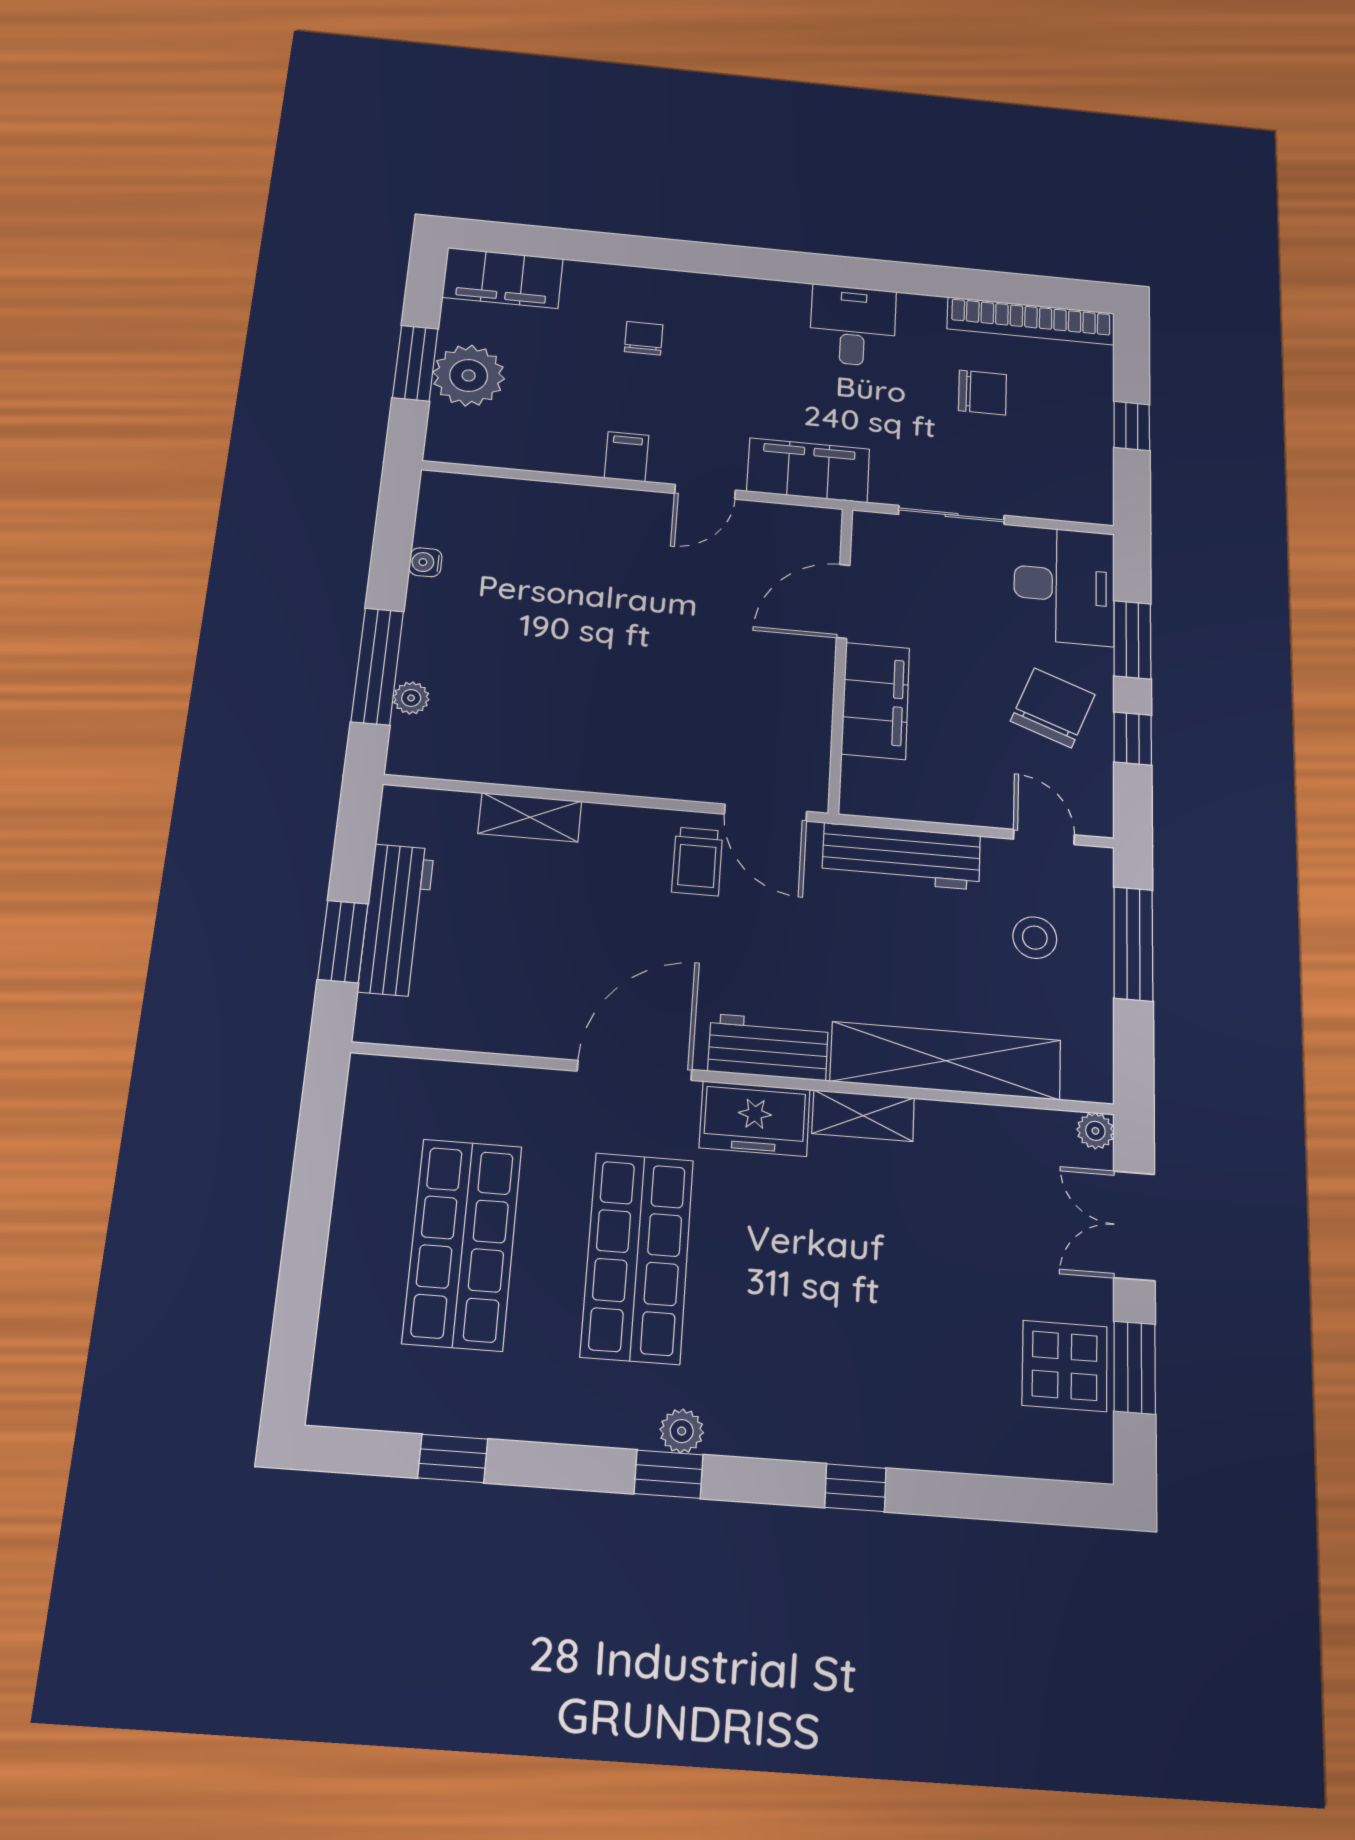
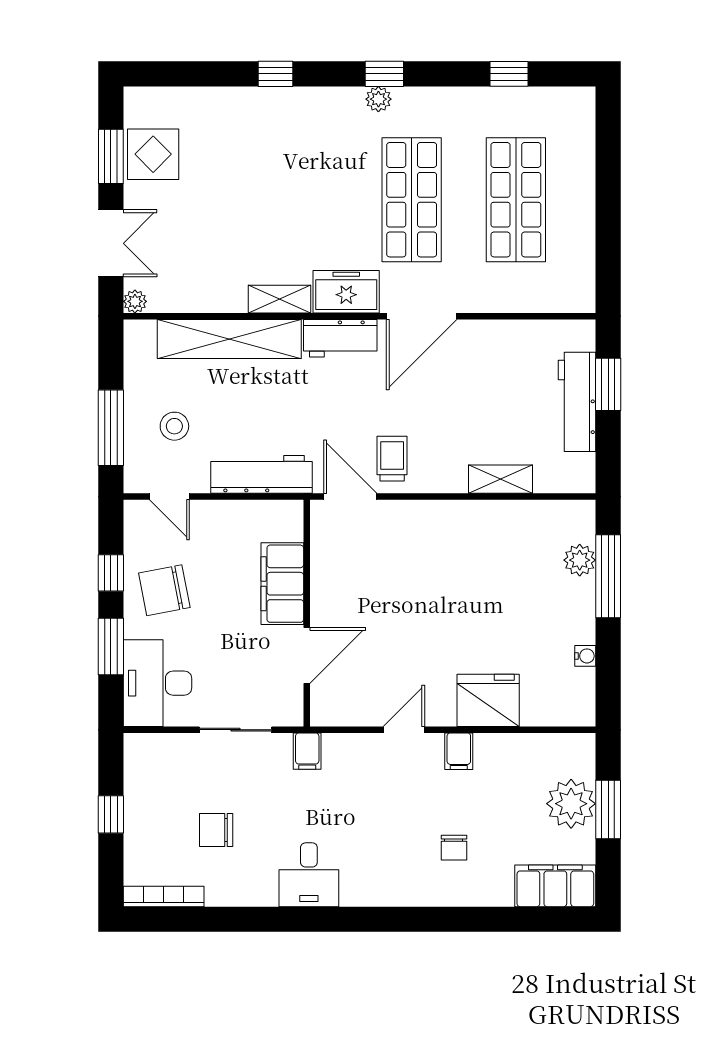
bookcase: (1031, 321) -> (164, 897), width x0.68, depth x0.76
filing cabinet: (808, 470) -> (307, 751), width x0.33, depth x0.86
fridge: (577, 518) -> (488, 700), added
plant: (411, 698) -> (580, 560), width x1.38, depth x1.38
chair: (1053, 708) -> (164, 590), turned 58

